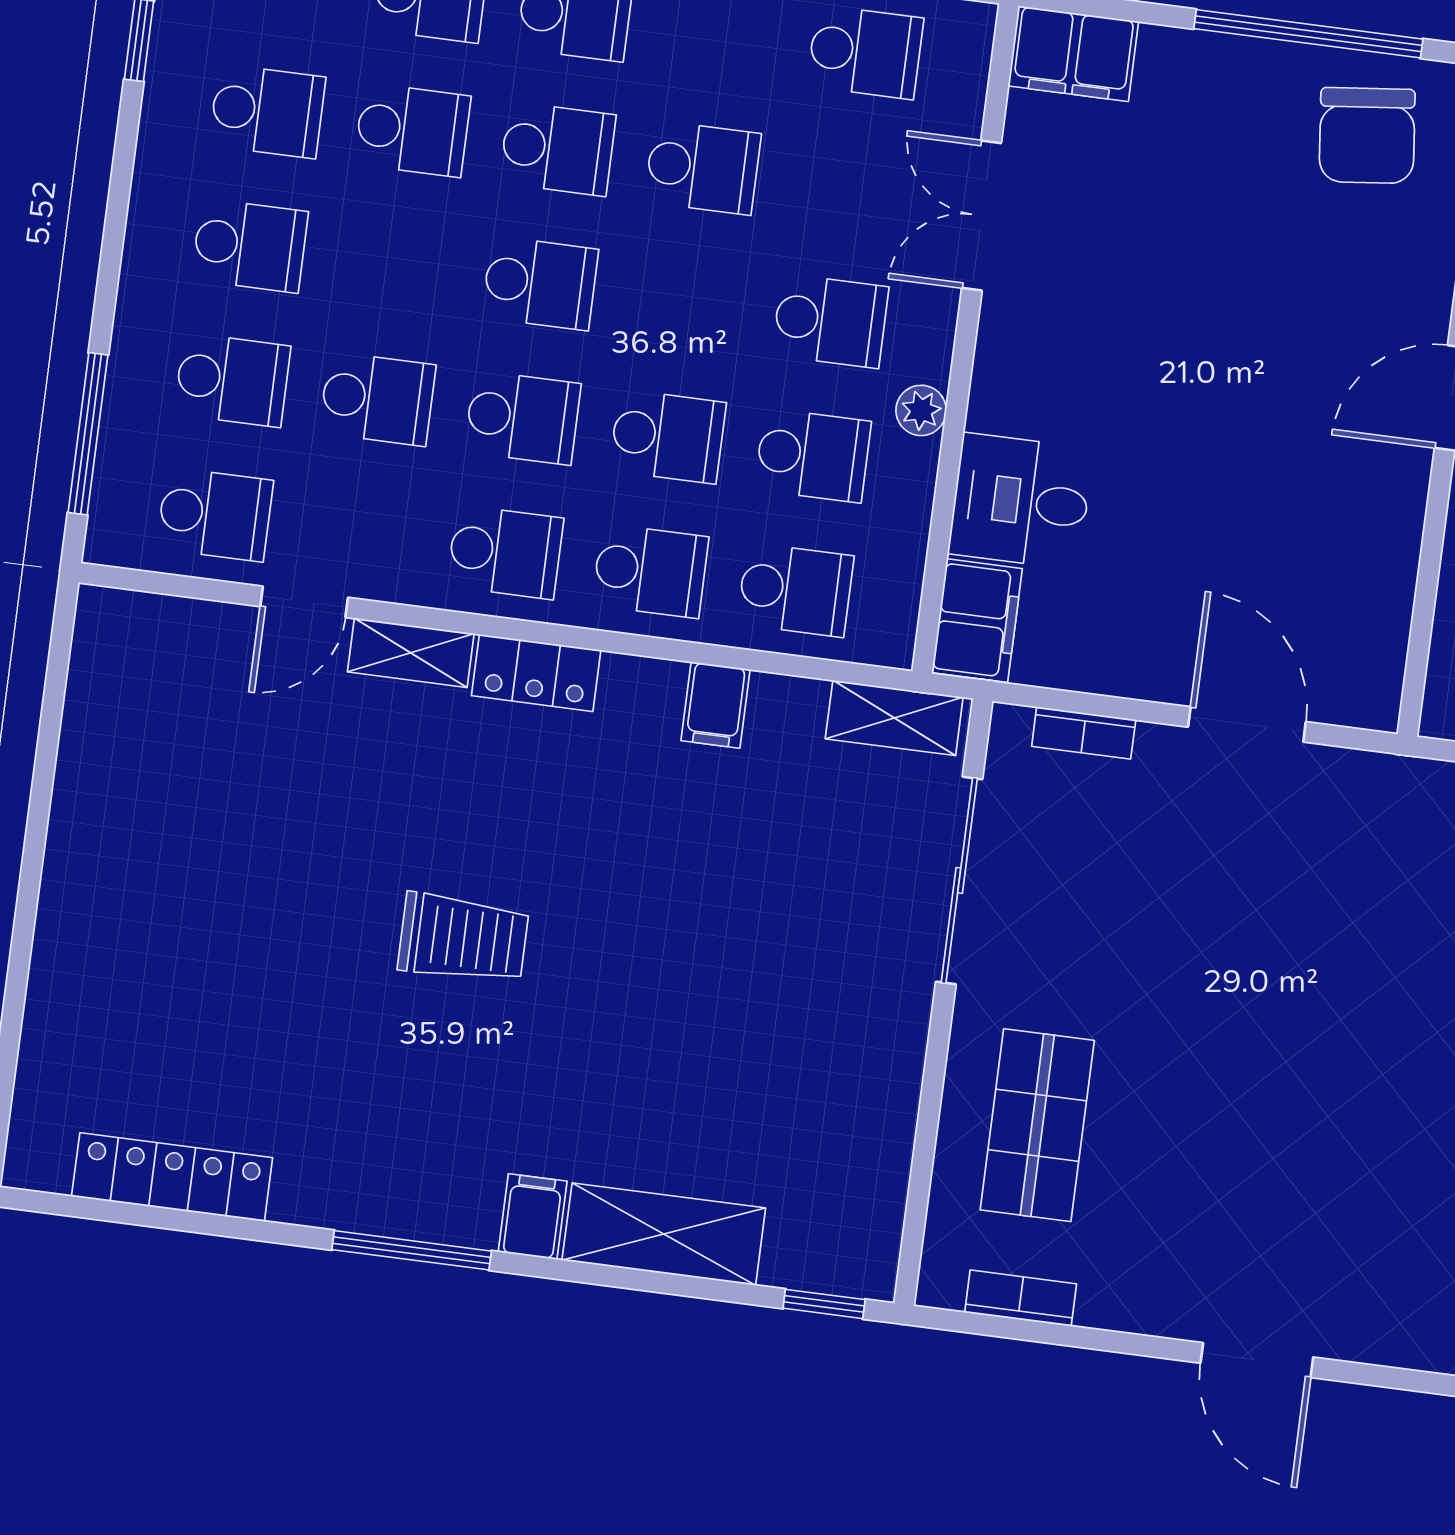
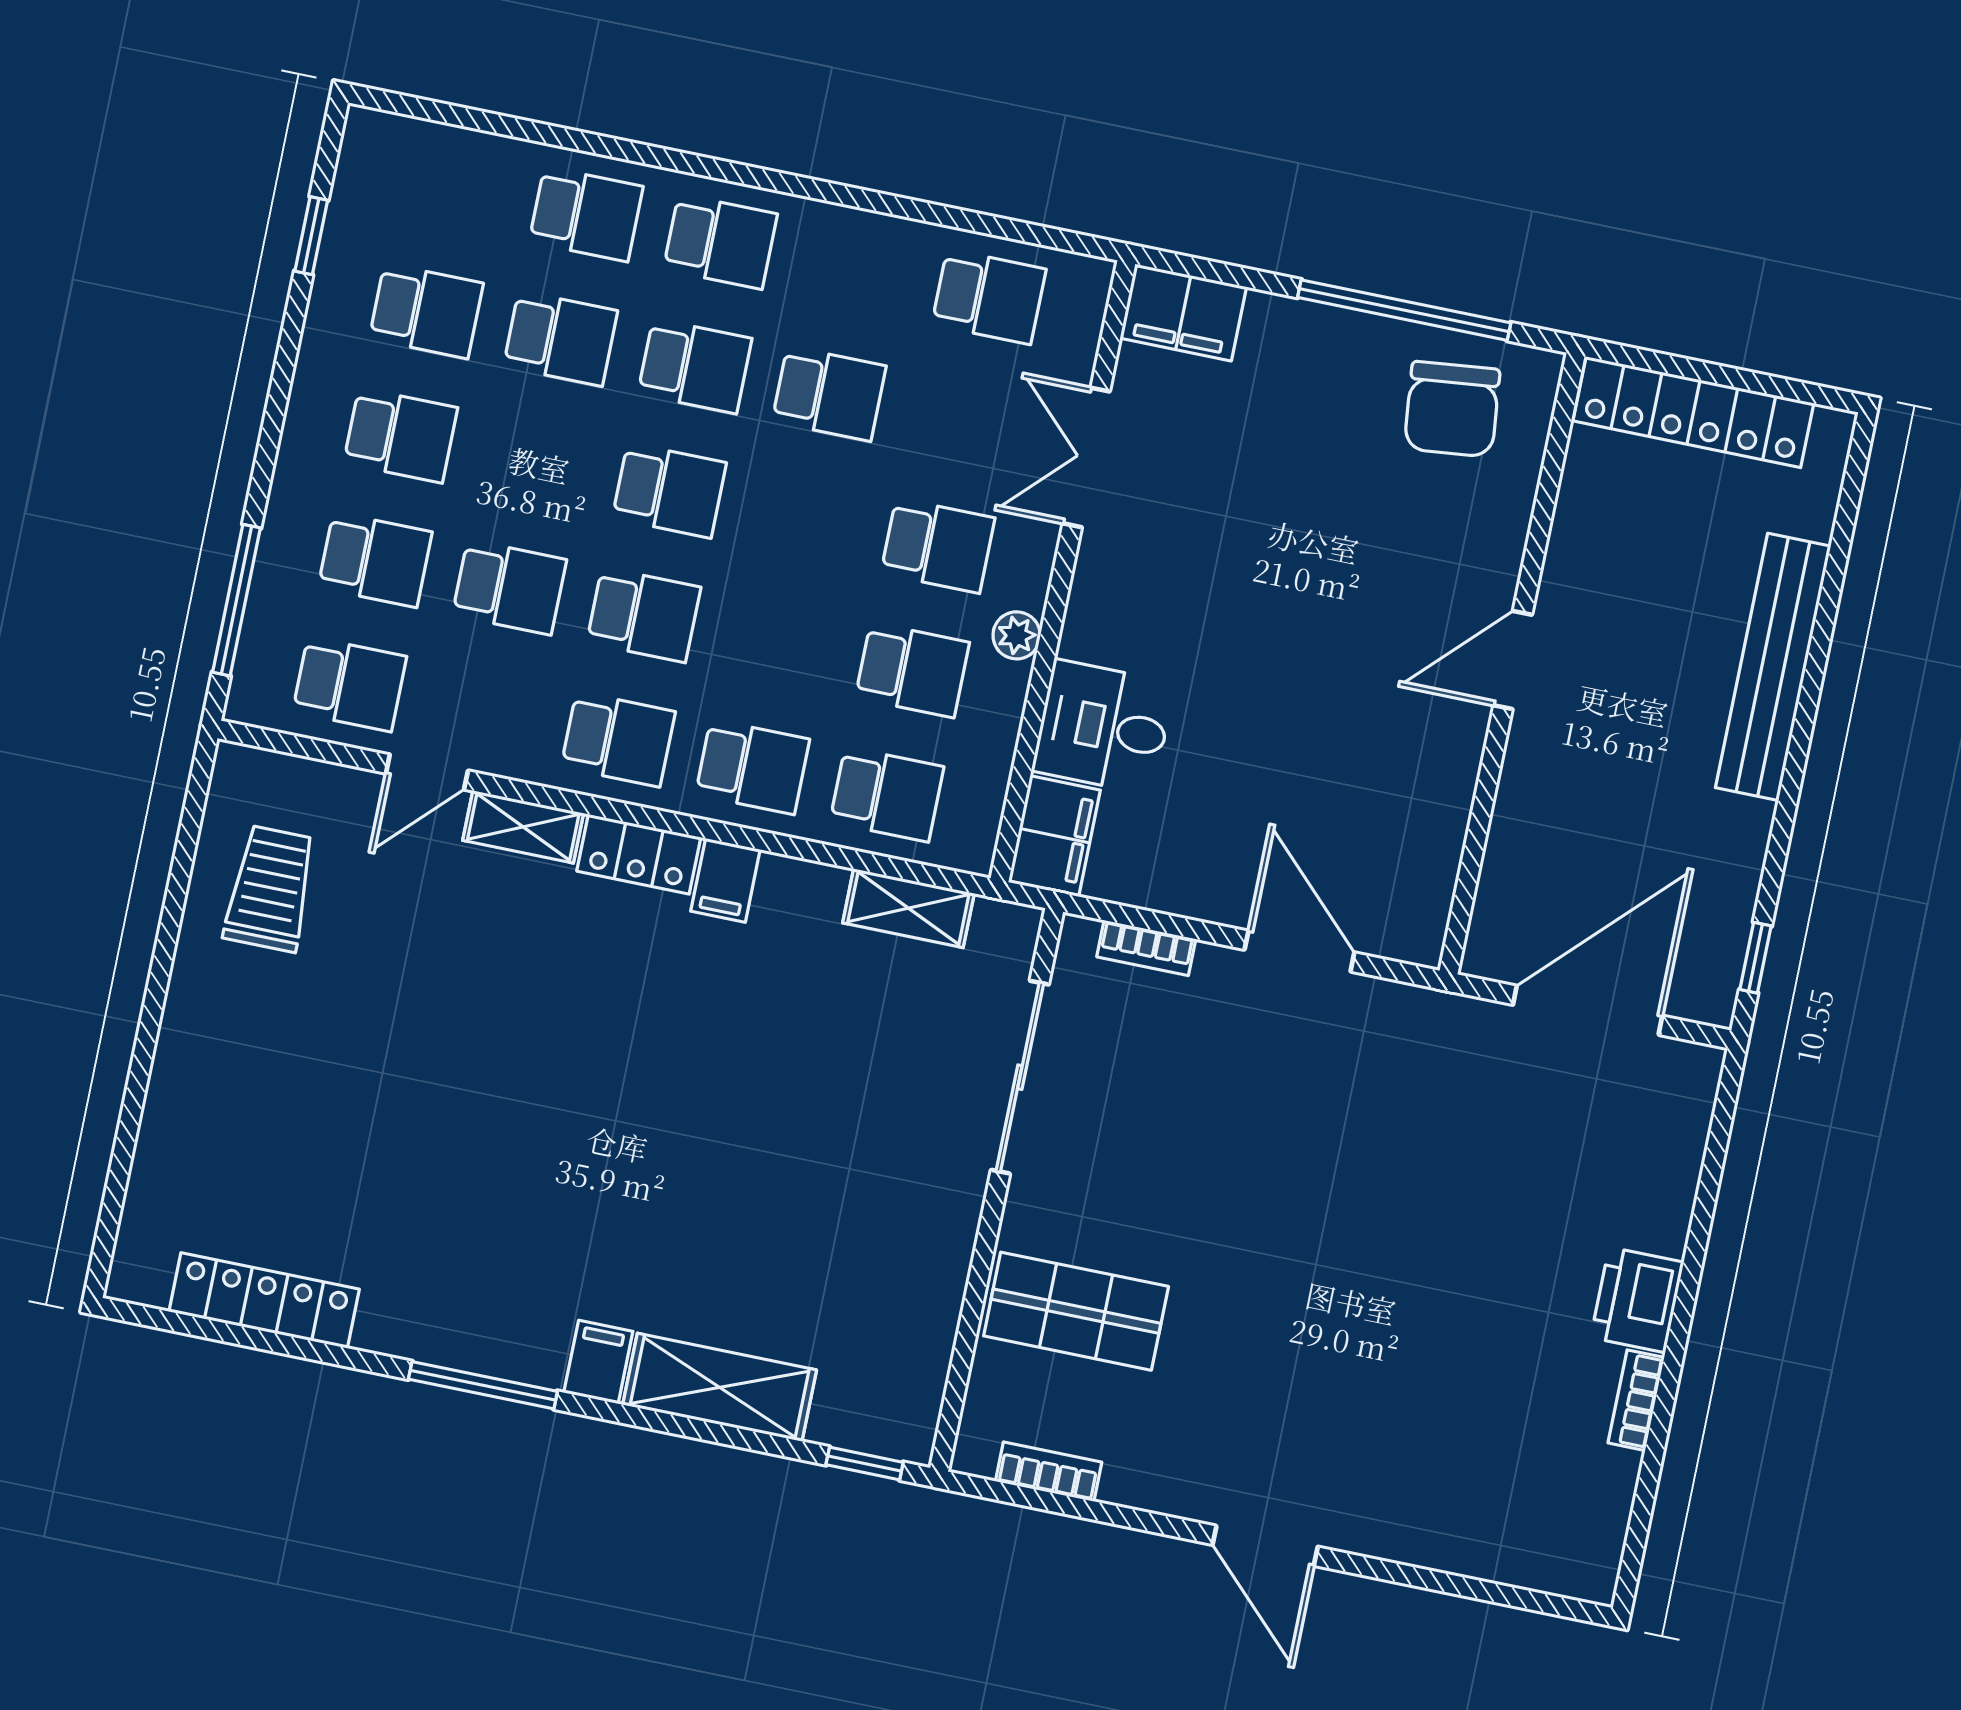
school desk: (668, 437) -> (778, 642), removed
filing cabinet: (715, 705) -> (725, 880), moved
shelving: (894, 718) -> (908, 908), moved
trolley: (463, 938) -> (270, 889), moved, turned -90
shop shelf: (1037, 1125) -> (1076, 1311), turned 90

